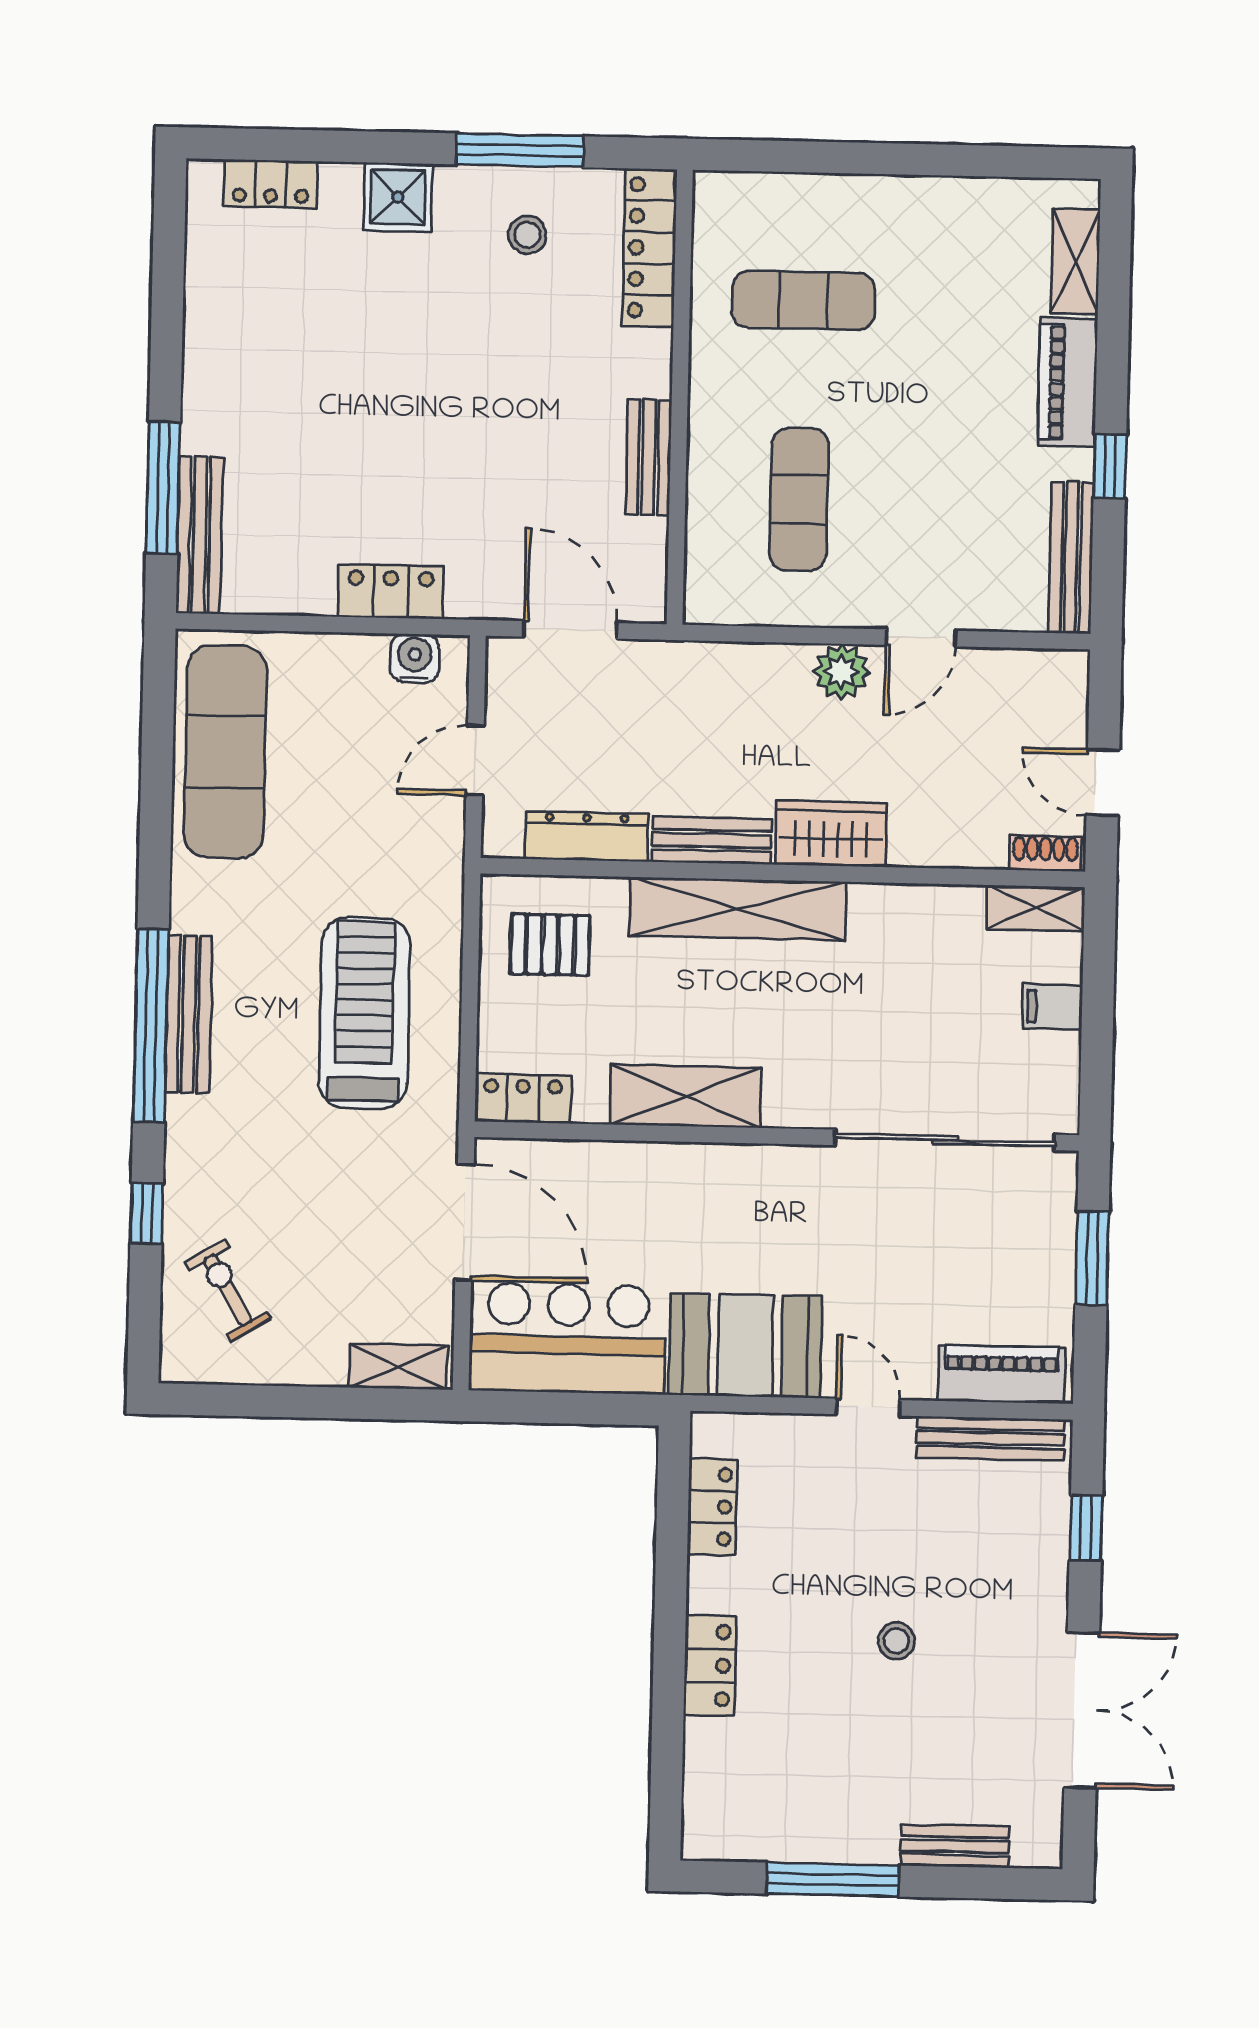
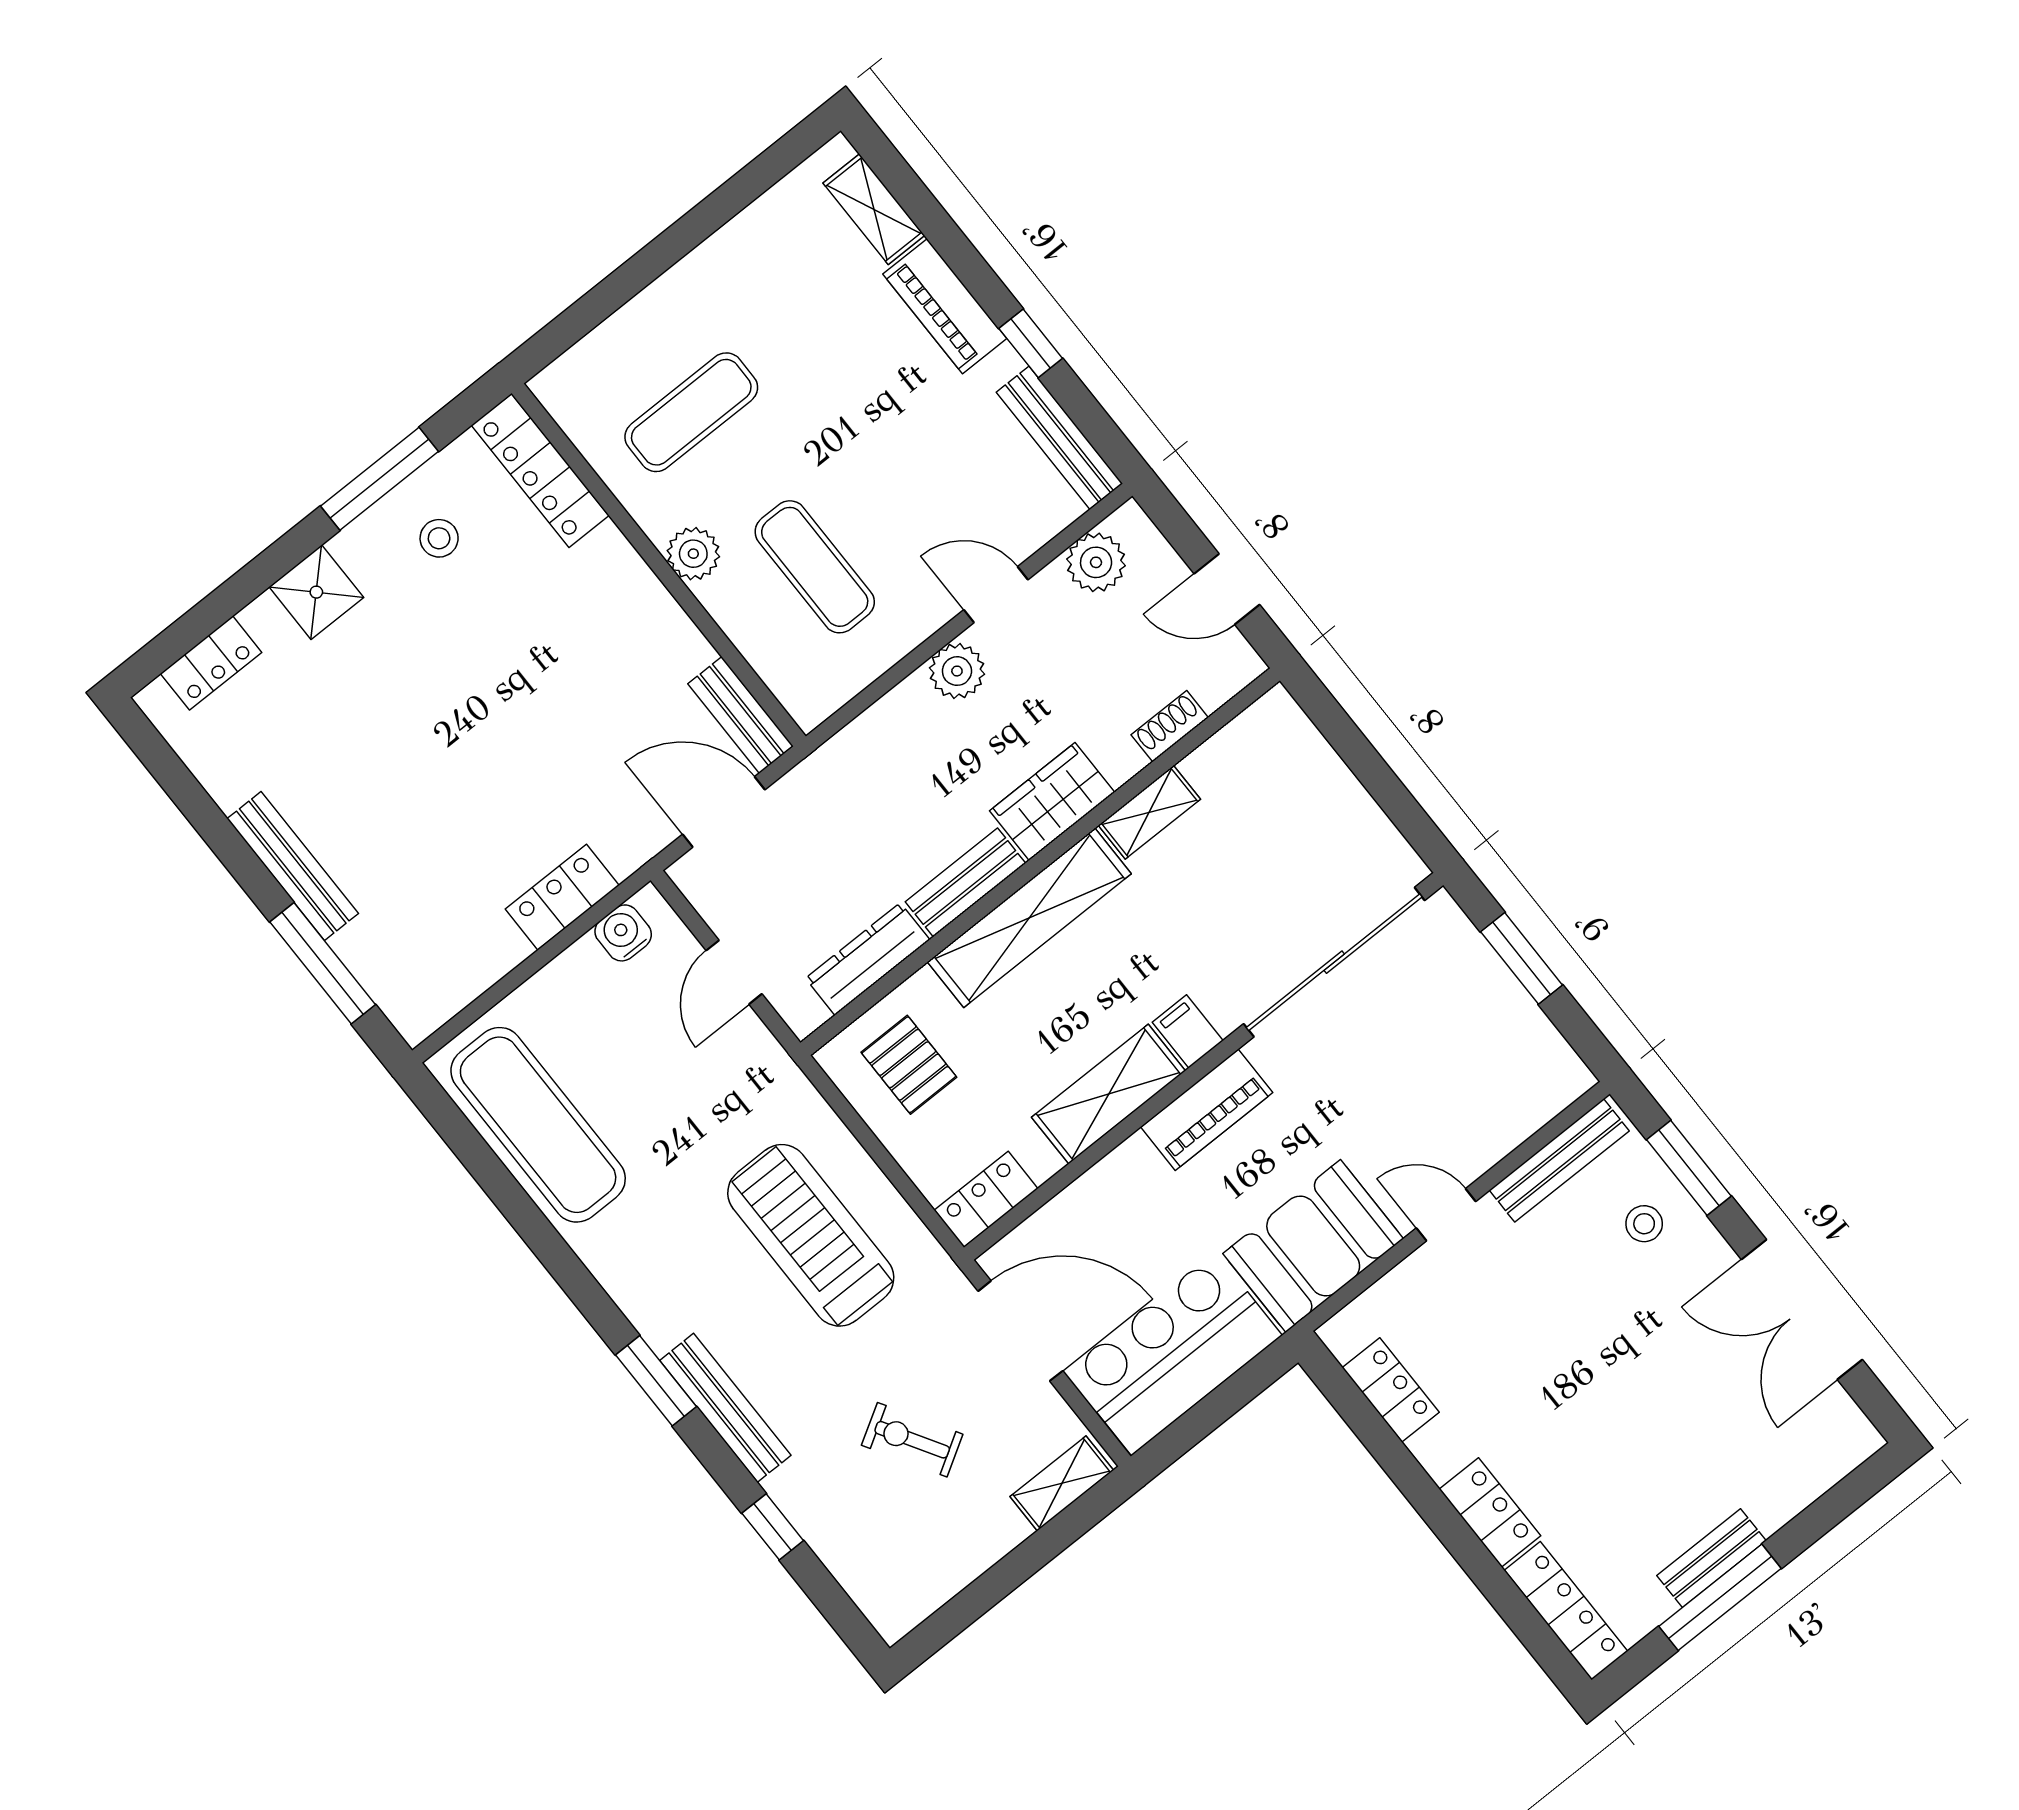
plant: (714, 411) -> (693, 554), added
bench: (649, 457) -> (741, 715), moved
bench: (200, 535) -> (293, 866), moved
door: (921, 638) -> (996, 595), swing flipped
plant: (1019, 678) -> (1096, 562), added
shoe rack: (1046, 853) -> (1170, 726), moved
shelving: (1036, 908) -> (1149, 812), moved
pallet: (550, 945) -> (909, 1065), turned 90
filing cabinet: (1053, 1007) -> (1188, 1031), moved, turned 90
bench: (189, 1015) -> (725, 1408), moved
window: (151, 1025) -> (656, 1381), width x0.47
exercise bike: (228, 1290) -> (912, 1440), moved
piano: (1001, 1374) -> (1207, 1110), moved, turned 180
window: (1086, 1528) -> (1689, 1168), width x1.50
stool: (896, 1641) -> (1644, 1224), moved
double door: (1082, 1710) -> (1802, 1309), swing flipped
locker: (705, 1790) -> (1566, 1611), added
bench: (955, 1846) -> (1711, 1558), moved

